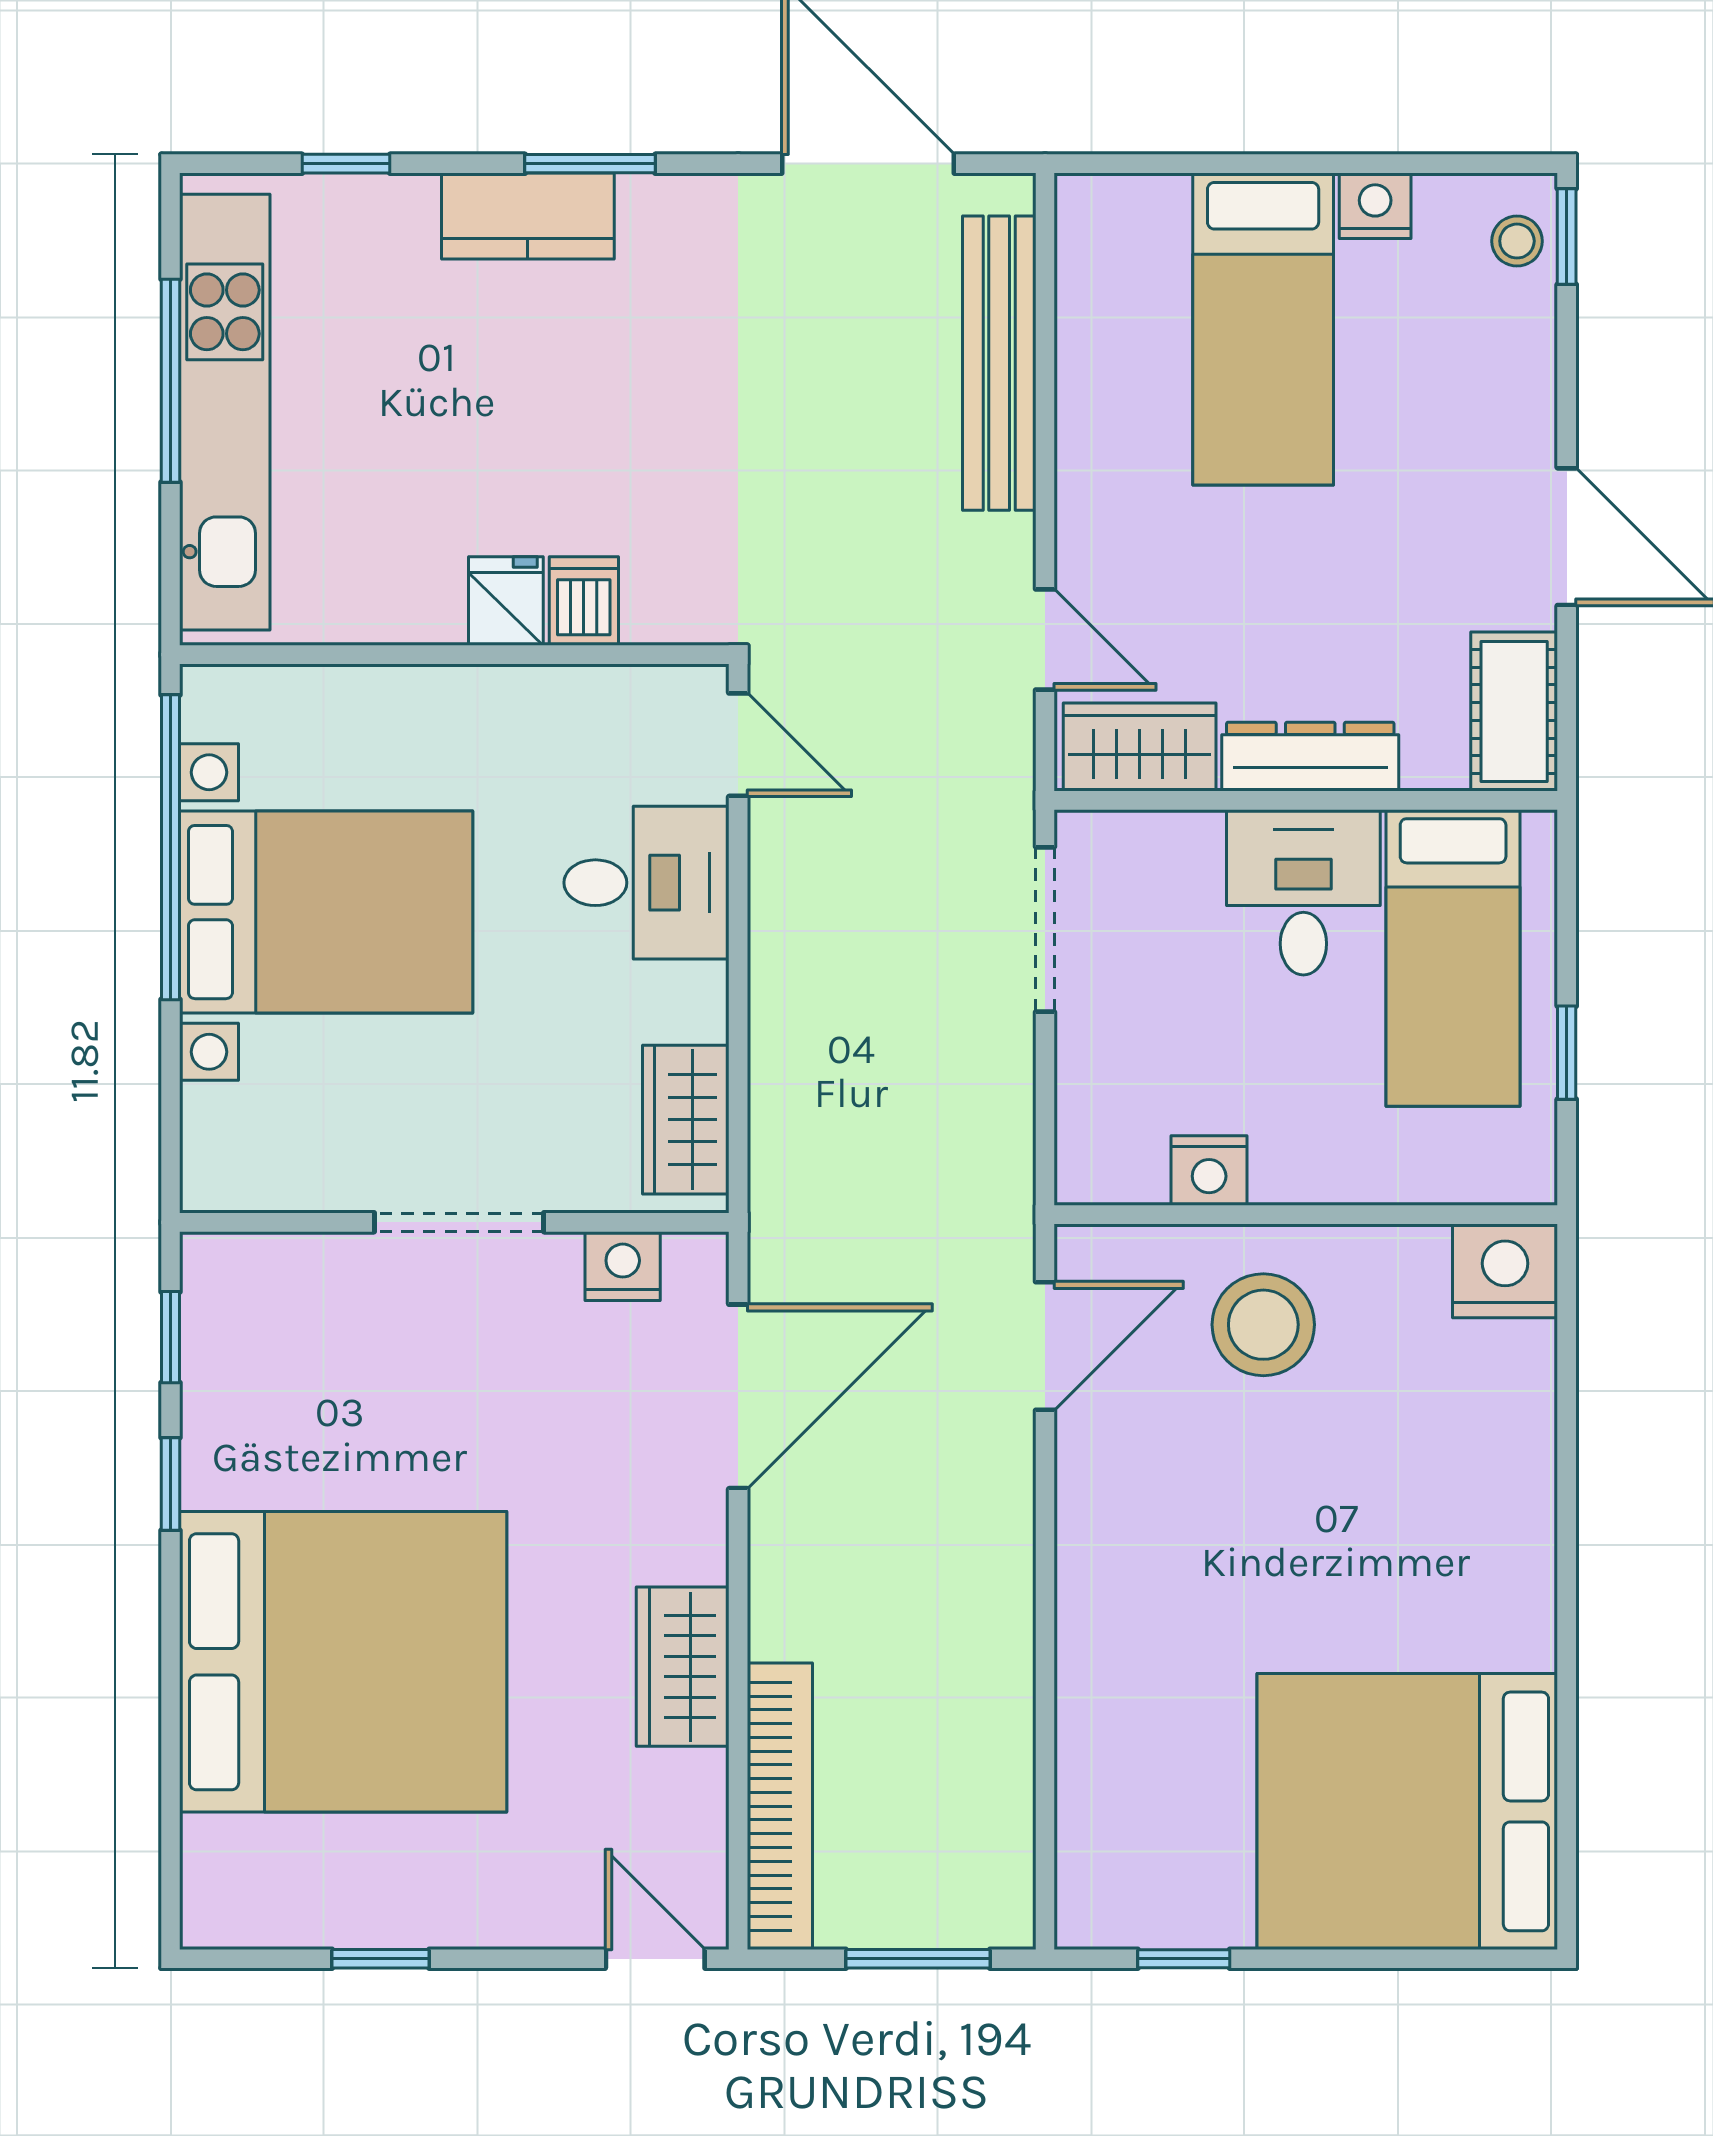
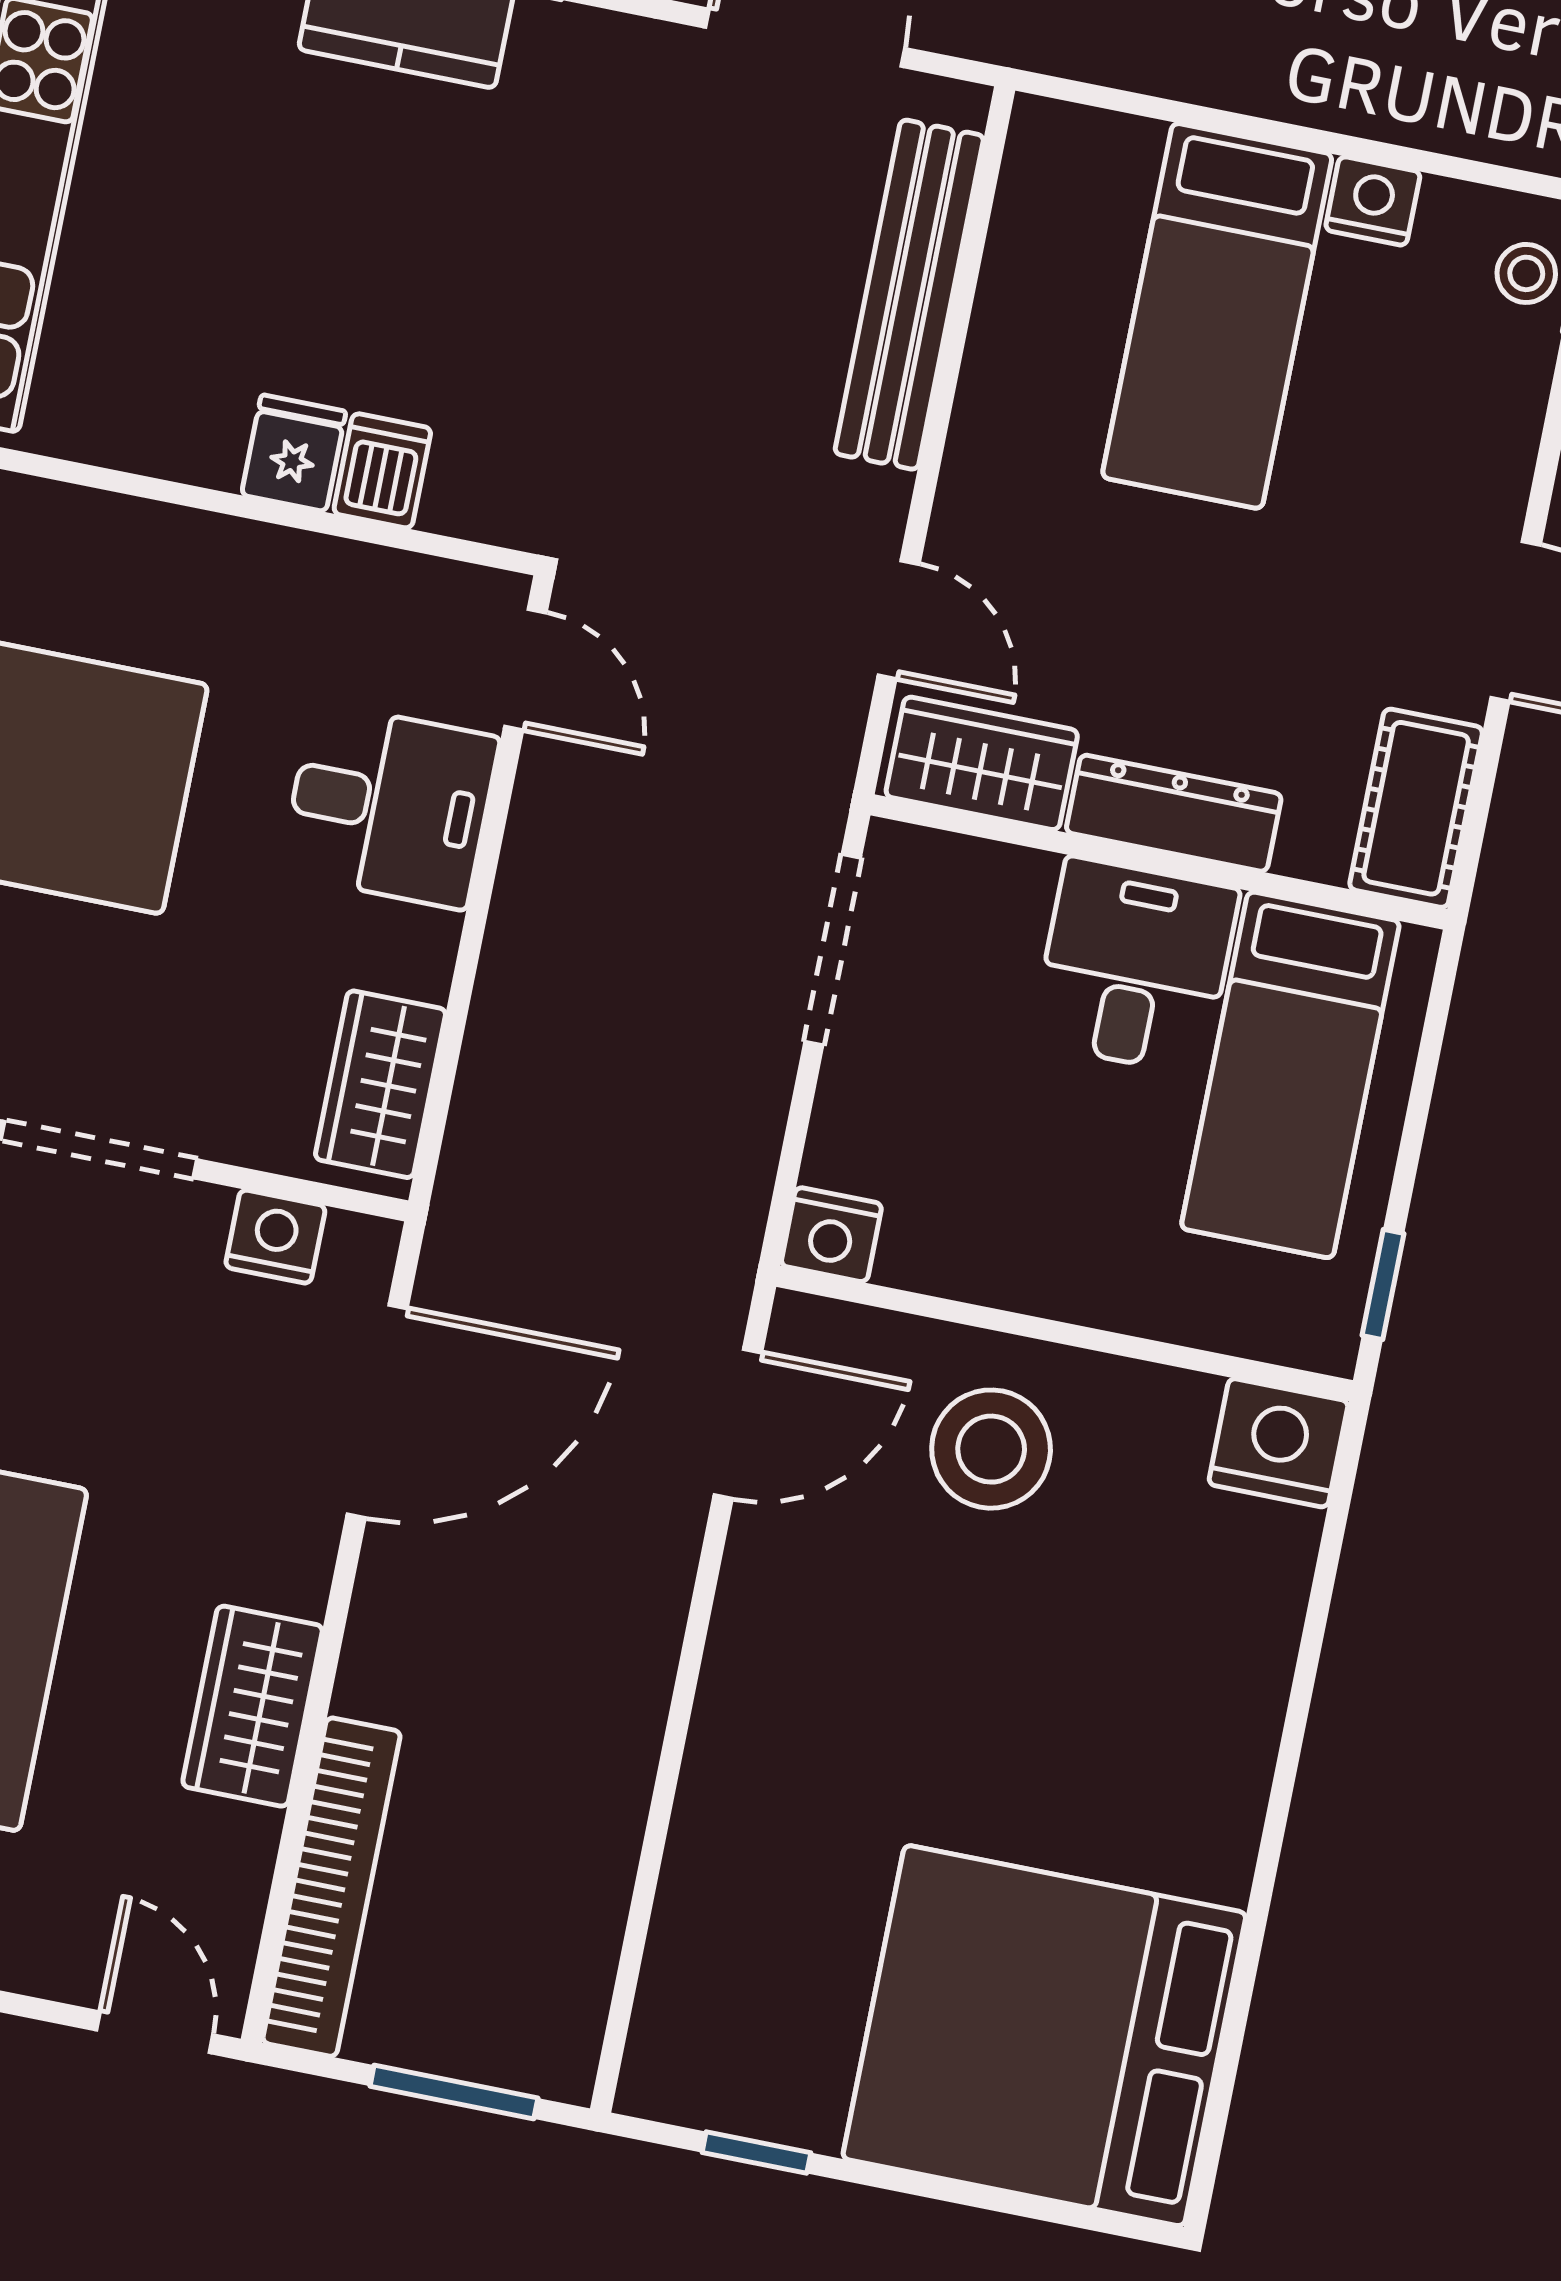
window: (1567, 1053) -> (1383, 1284), moved
nightstand: (1209, 1171) -> (831, 1235), moved

